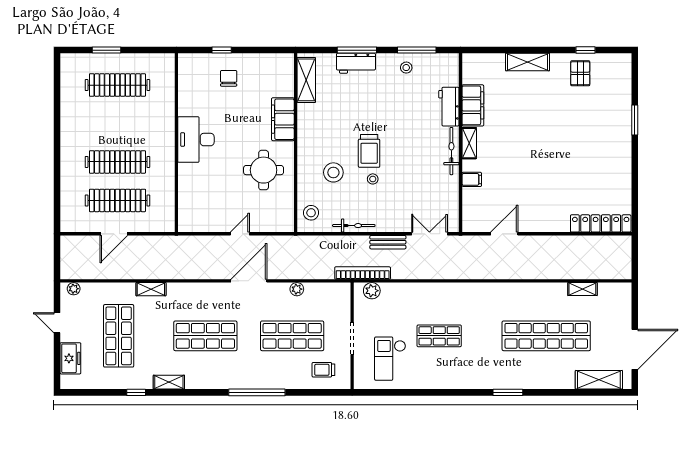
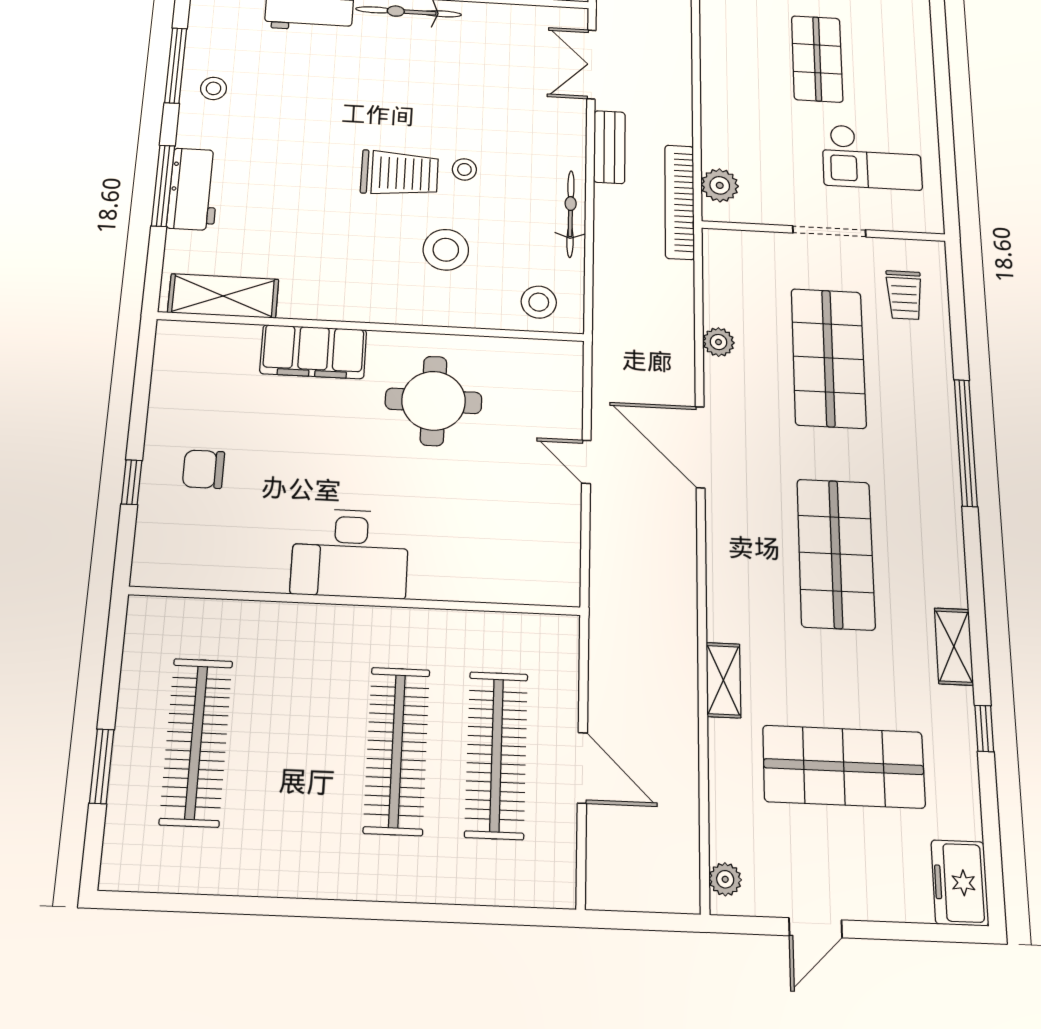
freezer: (70, 358) -> (960, 883), moved, turned -90

